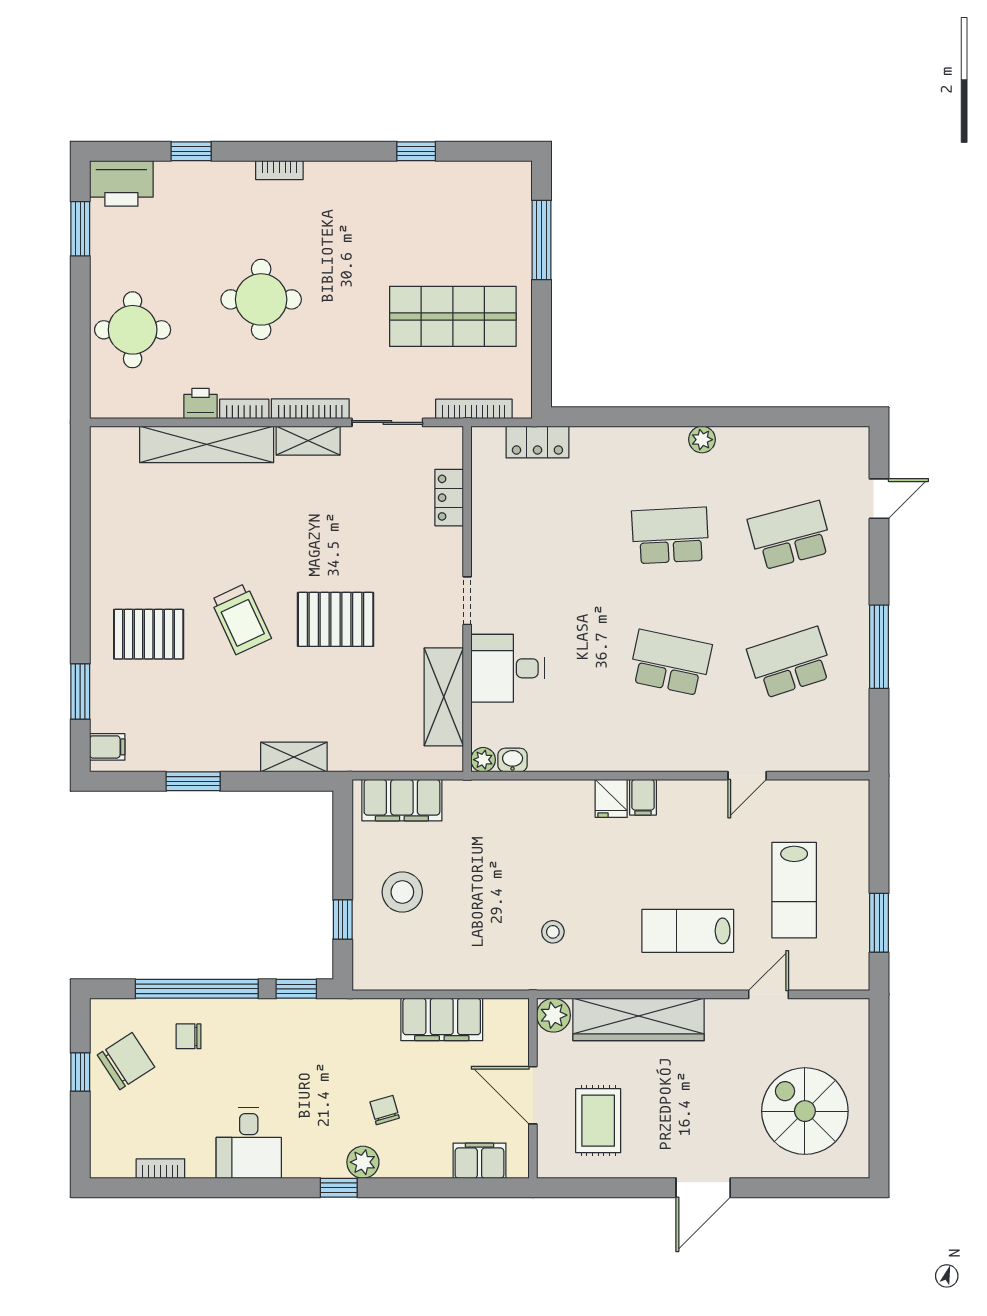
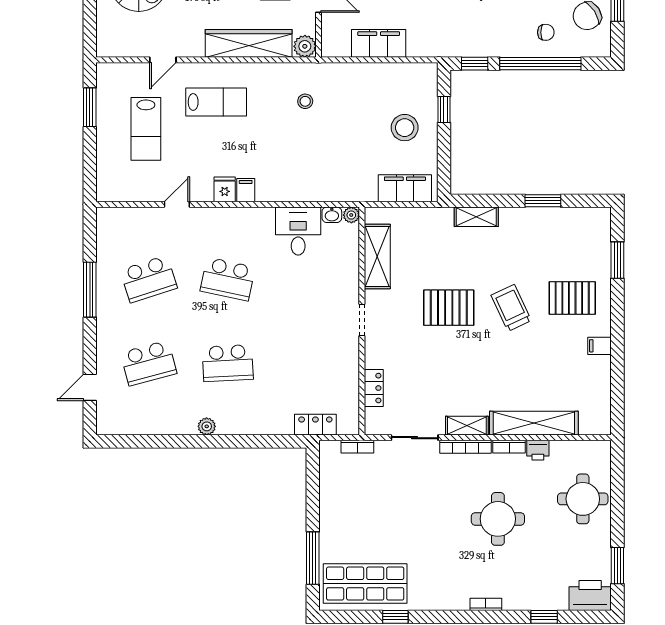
shop shelf: (453, 316) -> (365, 584), moved
bookcase: (474, 409) -> (357, 447), width x0.64
desk: (507, 668) -> (298, 231), moved, turned -90
filing cabinet: (107, 747) -> (599, 346), moved
fridge: (611, 798) -> (225, 189), moved
lab bench: (794, 890) -> (146, 129), turned 180

